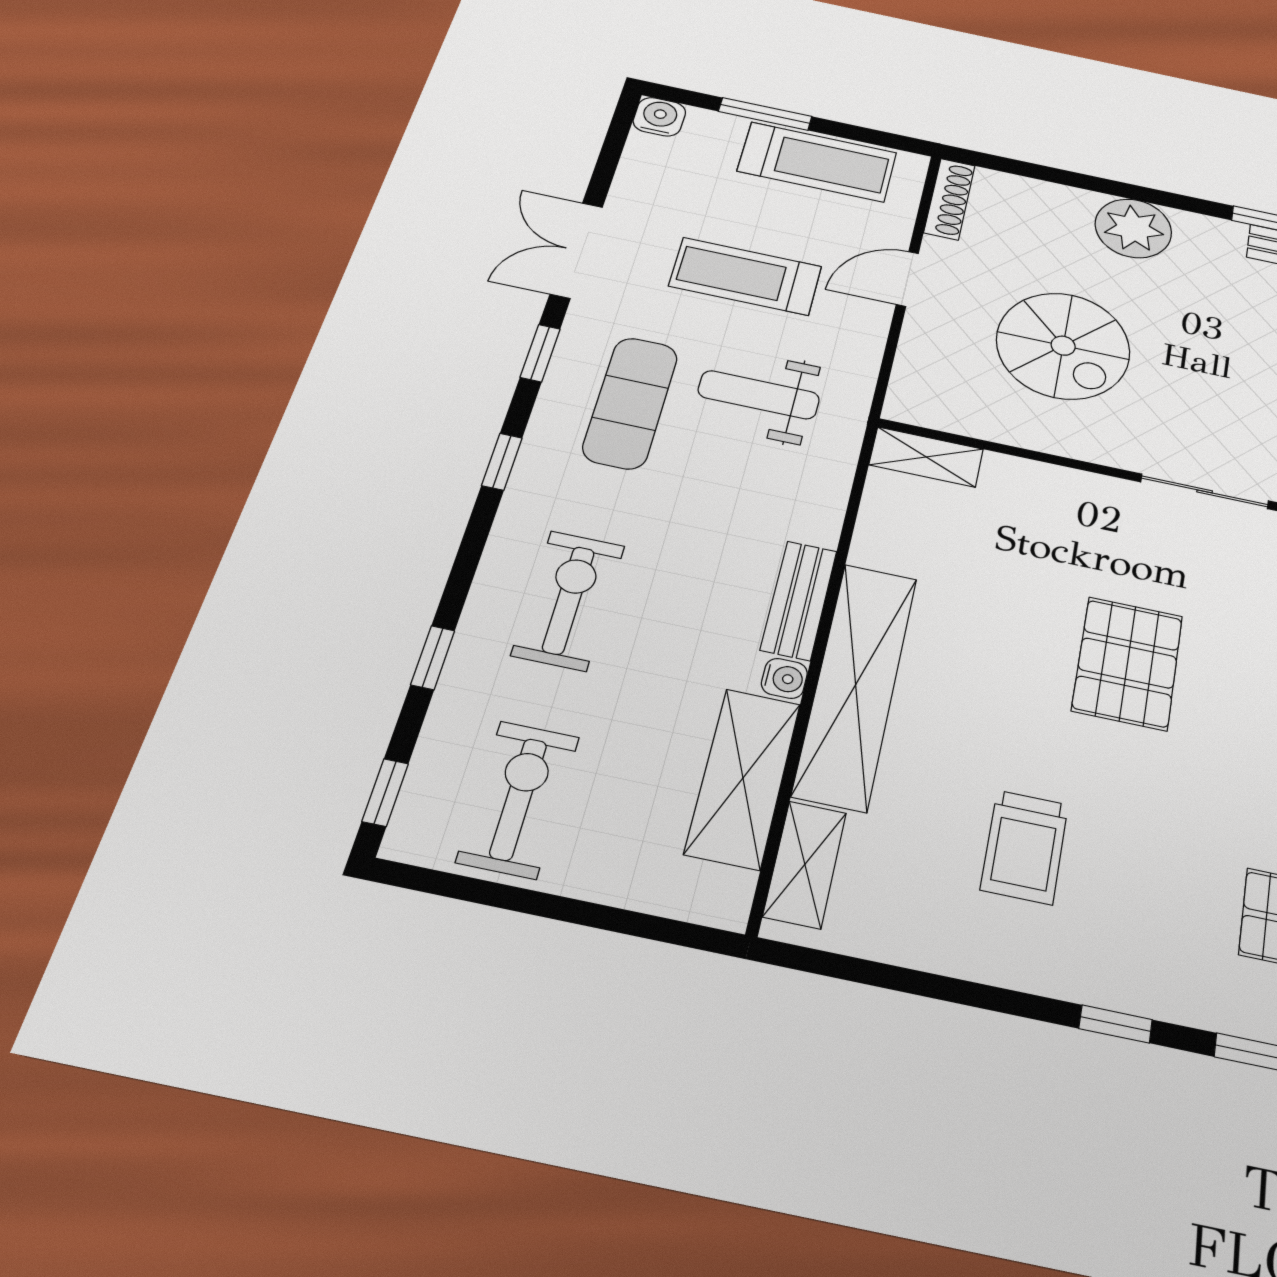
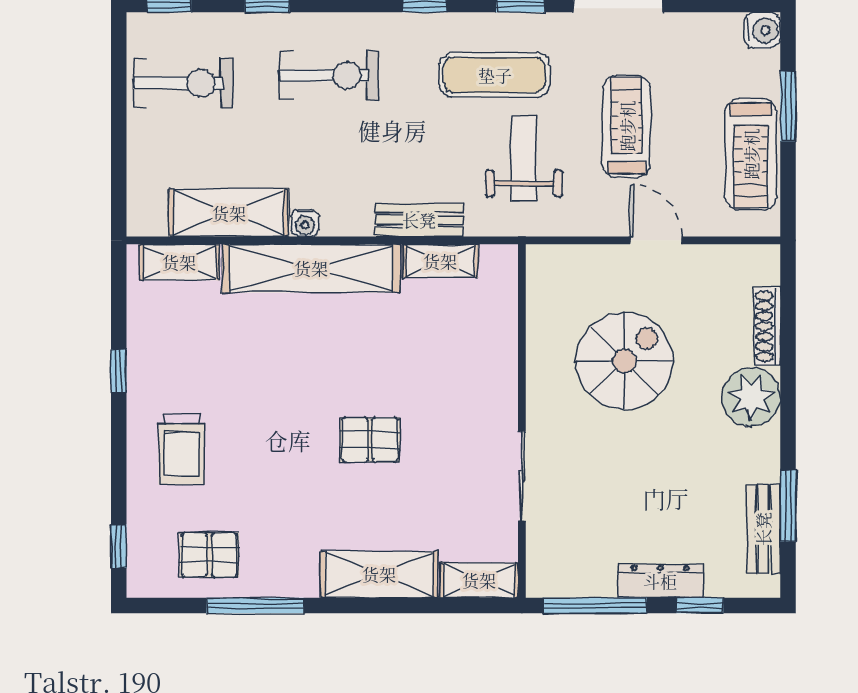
shoe rack: (950, 199) -> (767, 326), moved, turned 90
spiral stairs: (1063, 346) -> (624, 361), turned 180
shelving: (926, 457) -> (440, 261), moved, turned 90
bench: (799, 600) -> (419, 220), moved
pallet: (1127, 663) -> (370, 440), width x0.67, depth x0.71
trolley: (1025, 847) -> (182, 449), moved, turned -90
window: (1116, 1024) -> (119, 371), moved

